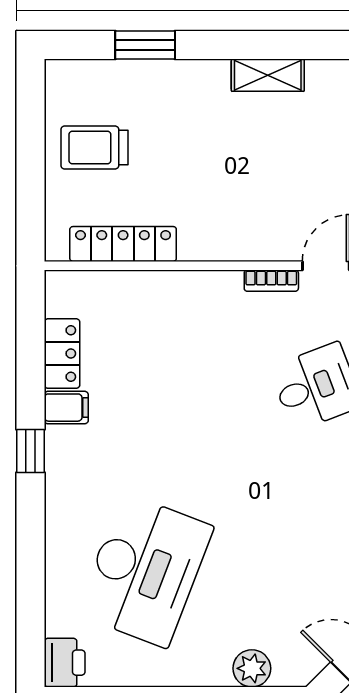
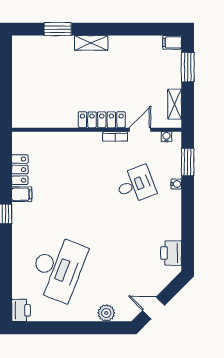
shelving: (268, 75) -> (91, 43), moved
trolley: (95, 148) -> (35, 76), removed
locker: (123, 244) -> (102, 120), moved

